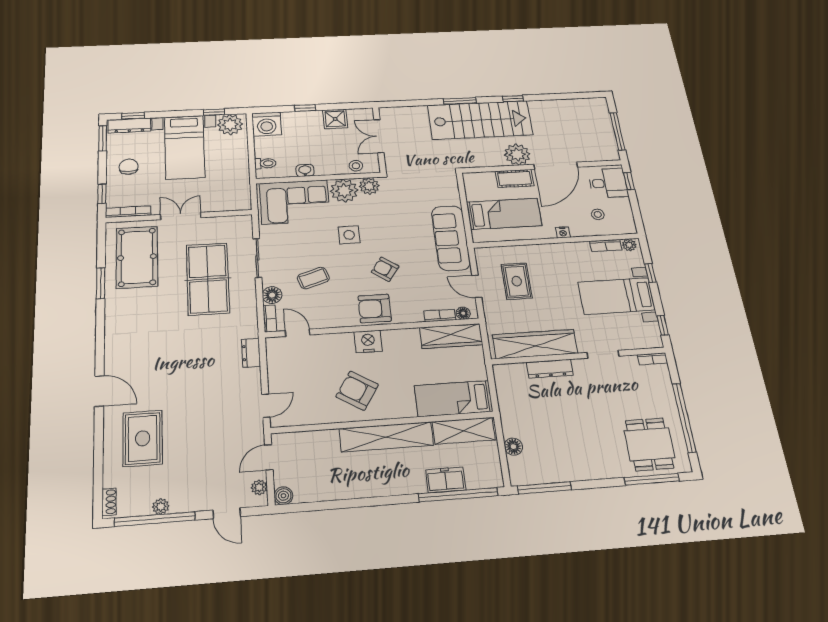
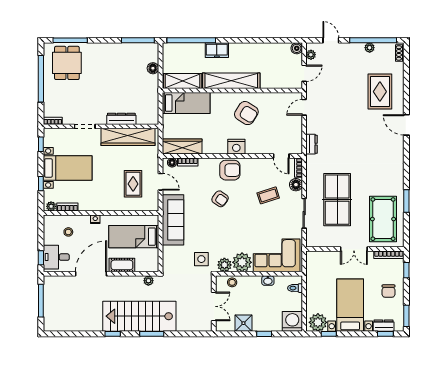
dresser: (129, 126) -> (384, 326), width x0.70
plant: (517, 154) -> (148, 281), moved, width x0.53, depth x0.53
side table: (349, 235) -> (201, 259), moved
freezer: (446, 480) -> (217, 50), moved

